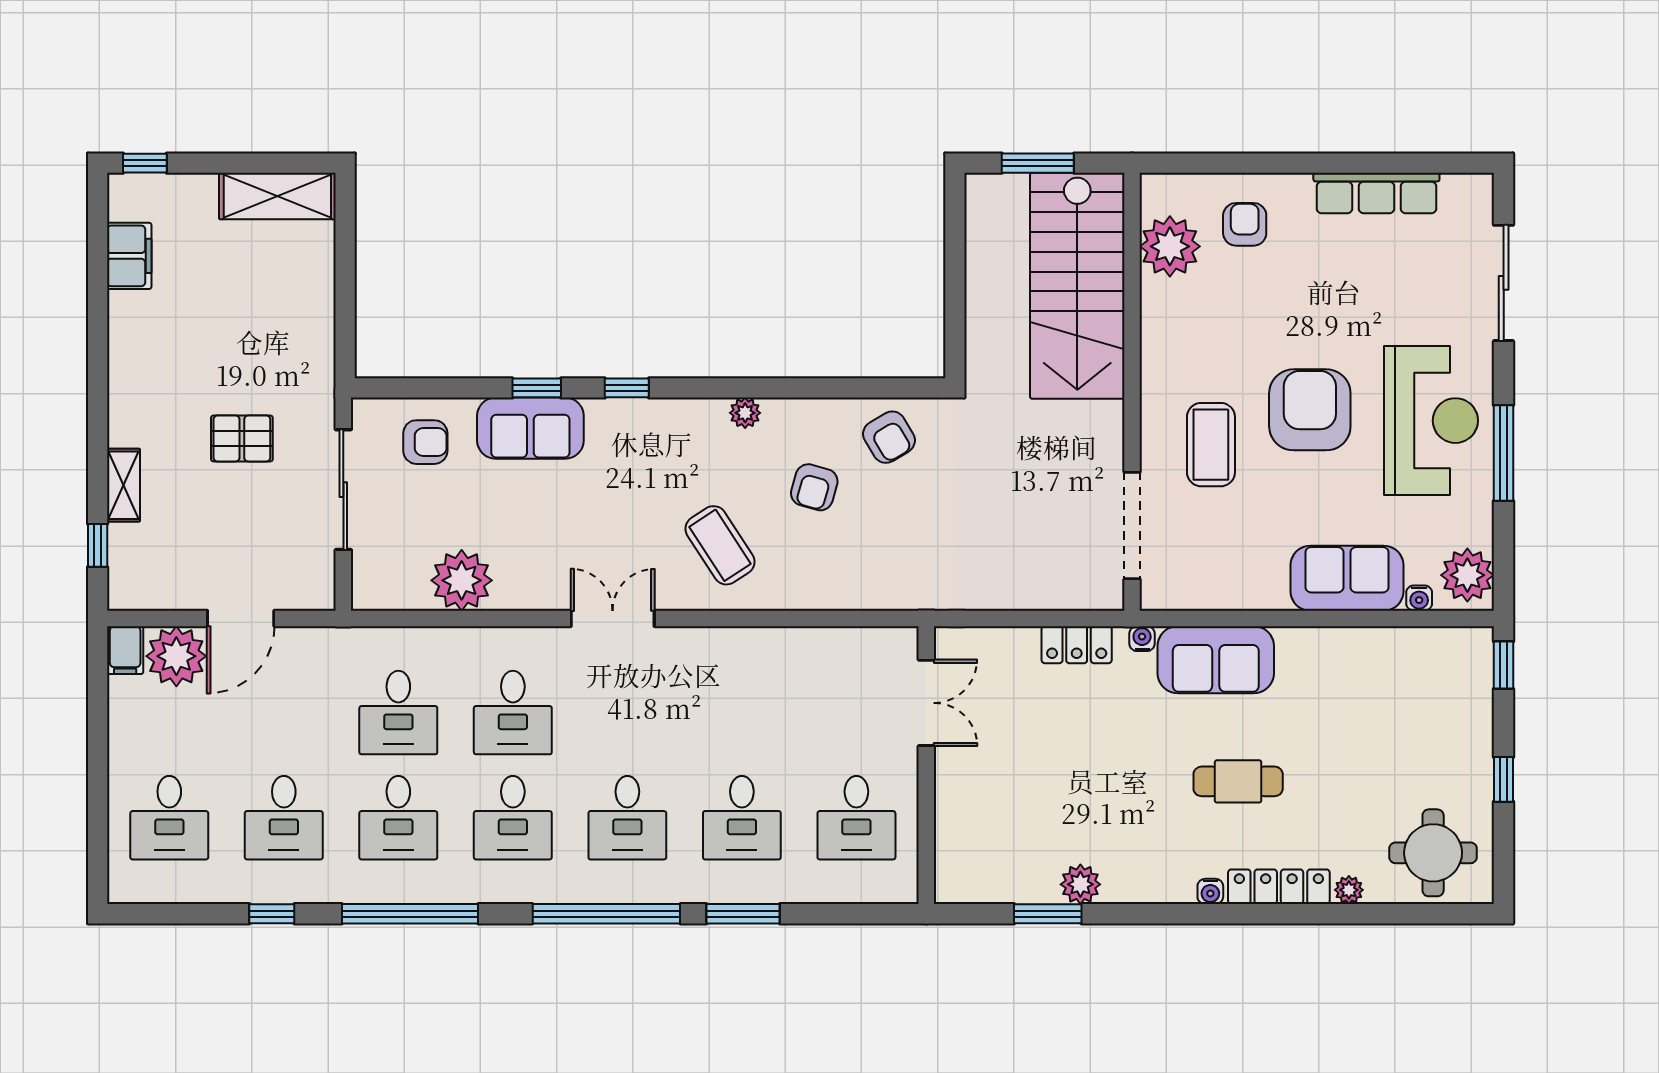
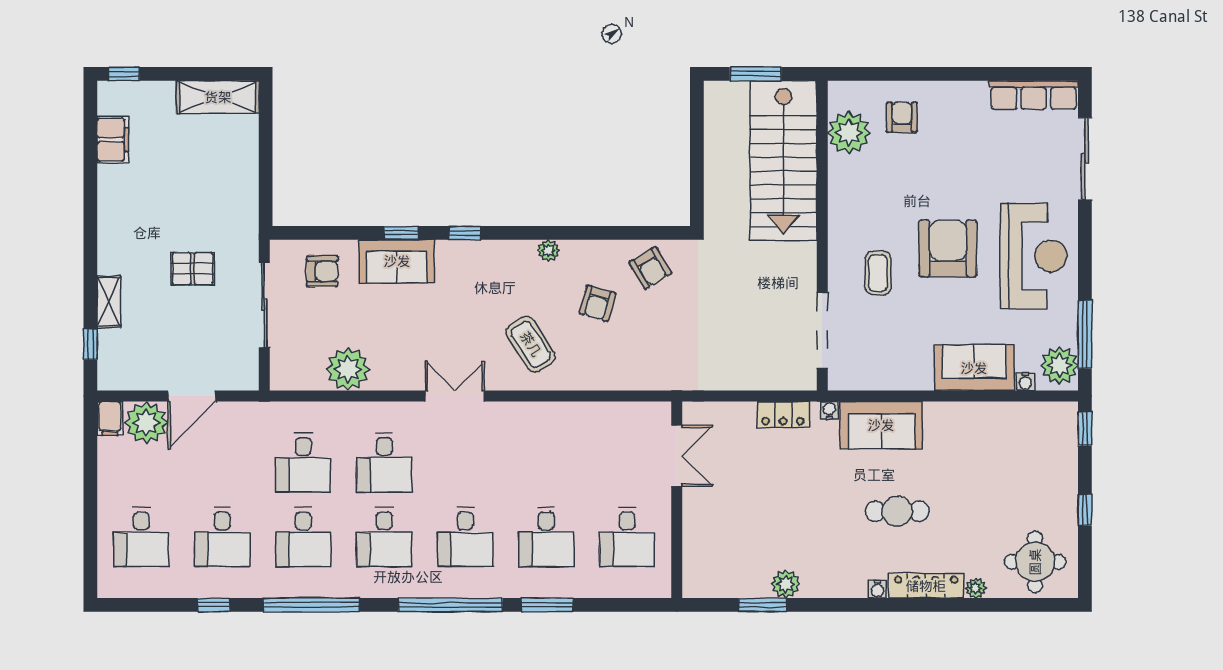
row of seats: (1376, 193) -> (1034, 95), moved
coffee table: (1211, 445) -> (878, 273), width x0.73, depth x0.77
window: (1504, 453) -> (1085, 334), moved

